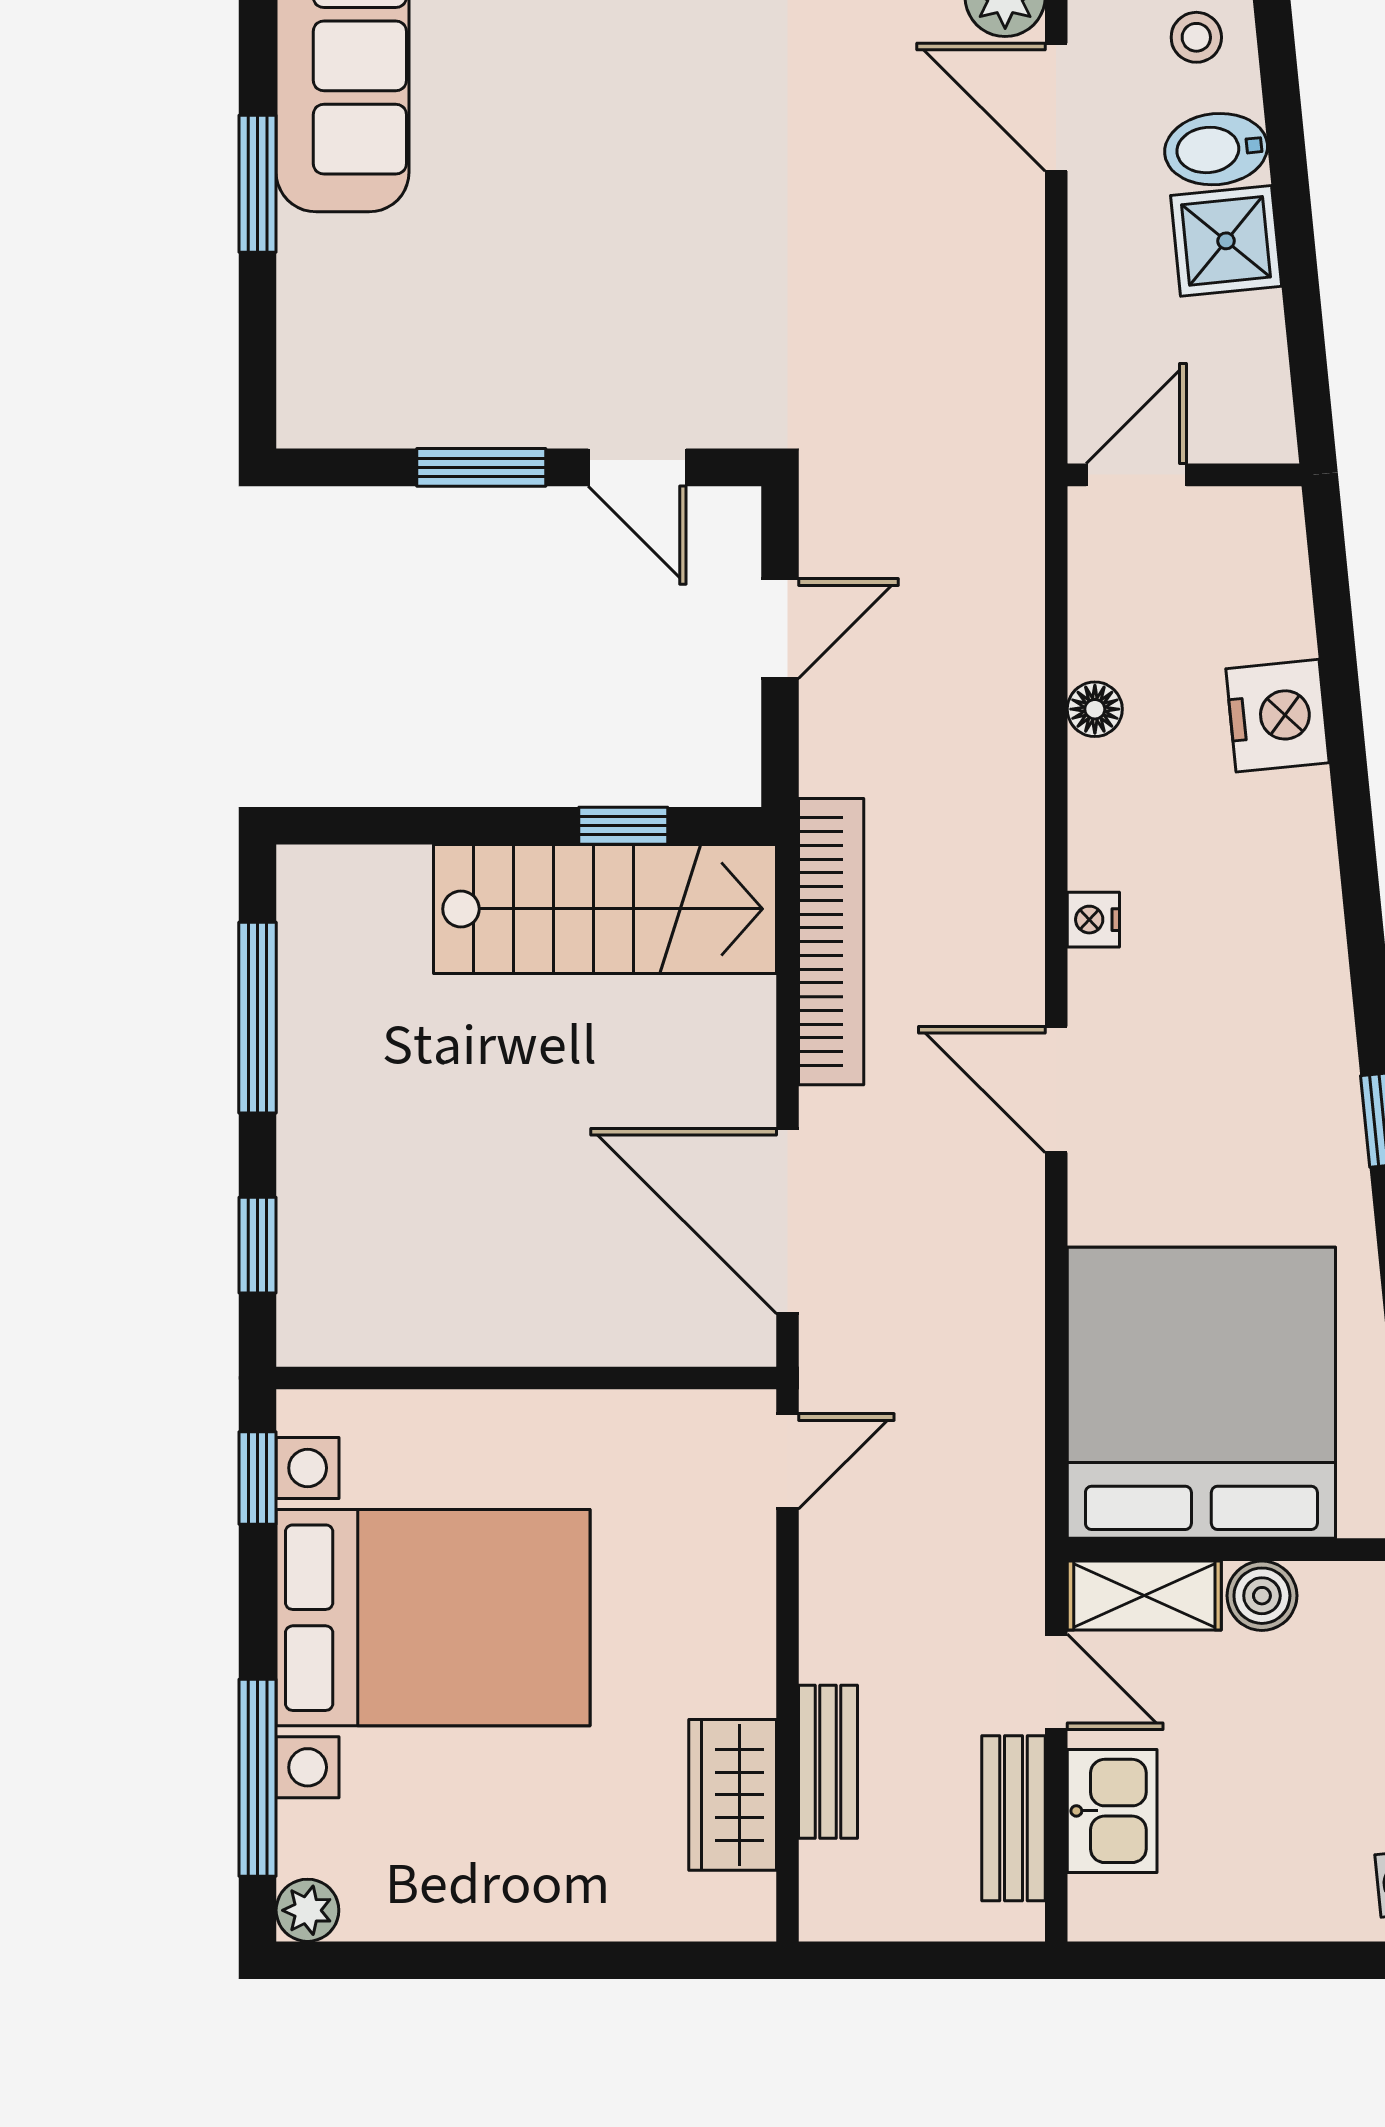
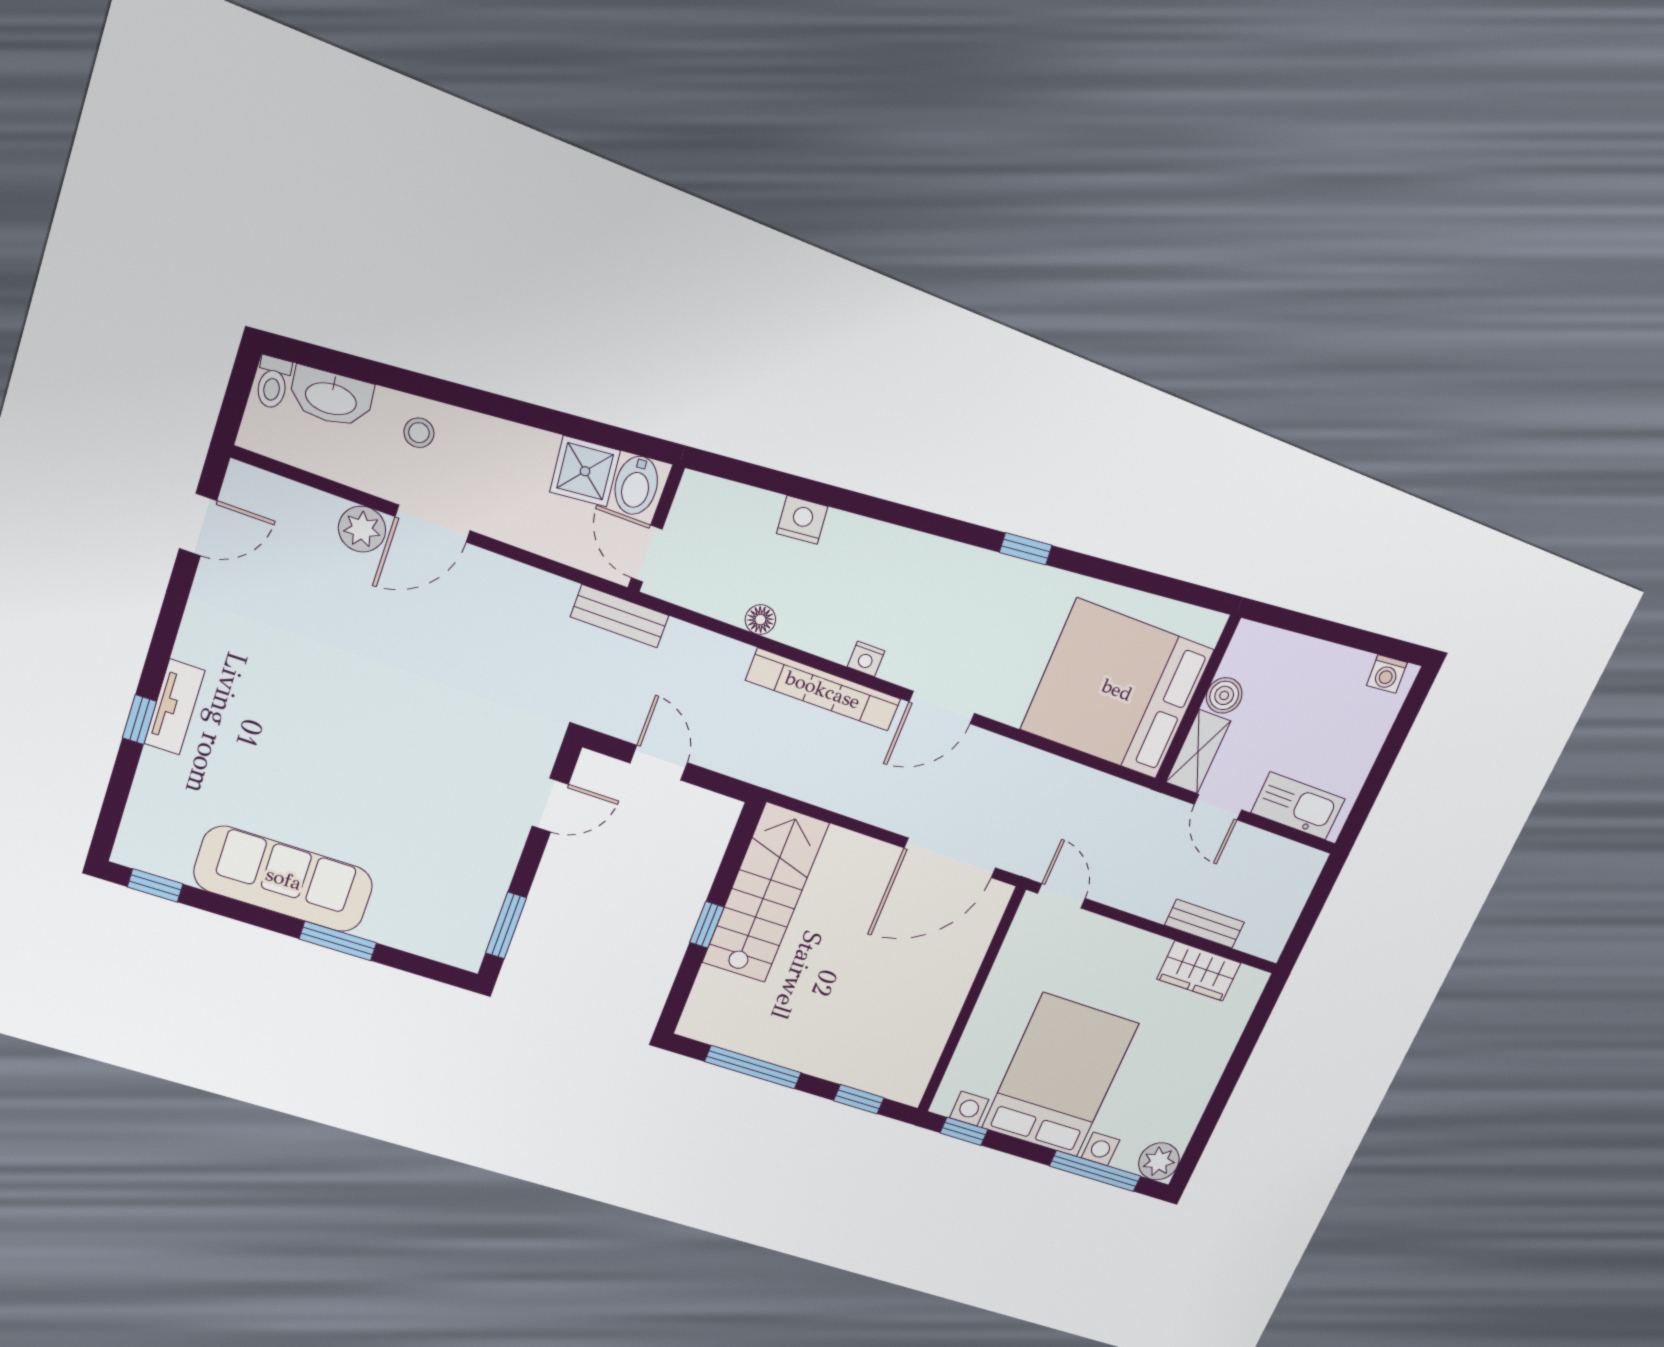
bidet: (1216, 149) -> (636, 485), moved
shower: (1226, 241) -> (585, 471), moved
window: (481, 467) -> (506, 926), moved
nightstand: (1277, 716) -> (802, 520), width x0.74, depth x0.75
window: (623, 826) -> (707, 925), moved
bookcase: (831, 942) -> (823, 690), moved, turned 180
door: (1056, 1682) -> (1218, 807), swing flipped
kitchen sink: (1112, 1811) -> (1298, 806), width x1.38
bench: (1013, 1818) -> (620, 616), moved
plant: (307, 1910) -> (1159, 1161), width x1.38, depth x1.38

